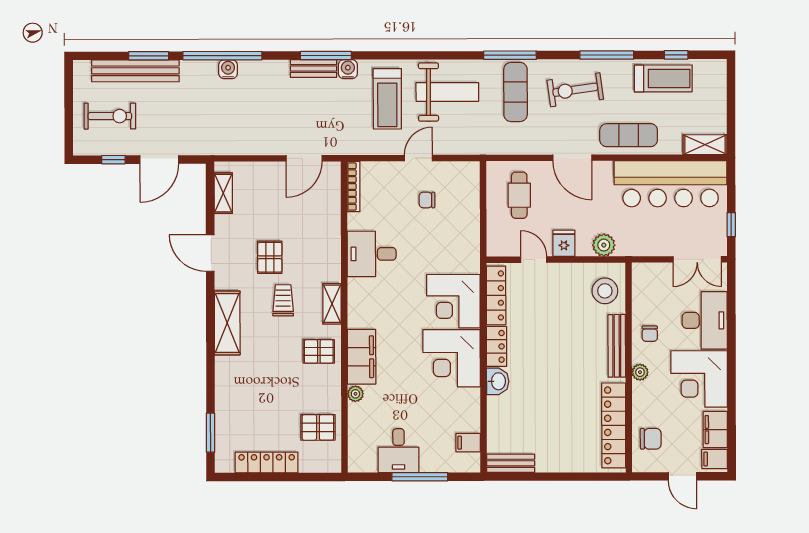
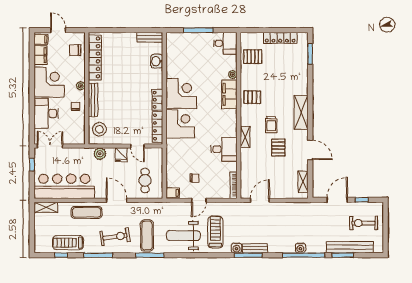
shelving: (332, 304) -> (245, 137), moved
washbasin: (498, 381) -> (157, 61), moved
filing cabinet: (468, 443) -> (173, 193), moved
desk: (398, 451) -> (225, 43), moved, turned 90

